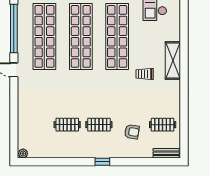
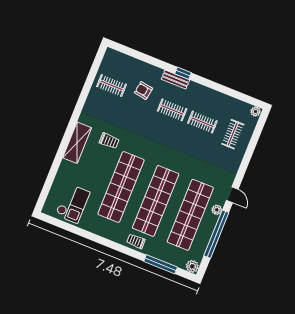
plant: (22, 51) -> (217, 210), added
clothes rail: (35, 125) -> (233, 134), added
bench: (166, 153) -> (175, 80), moved

